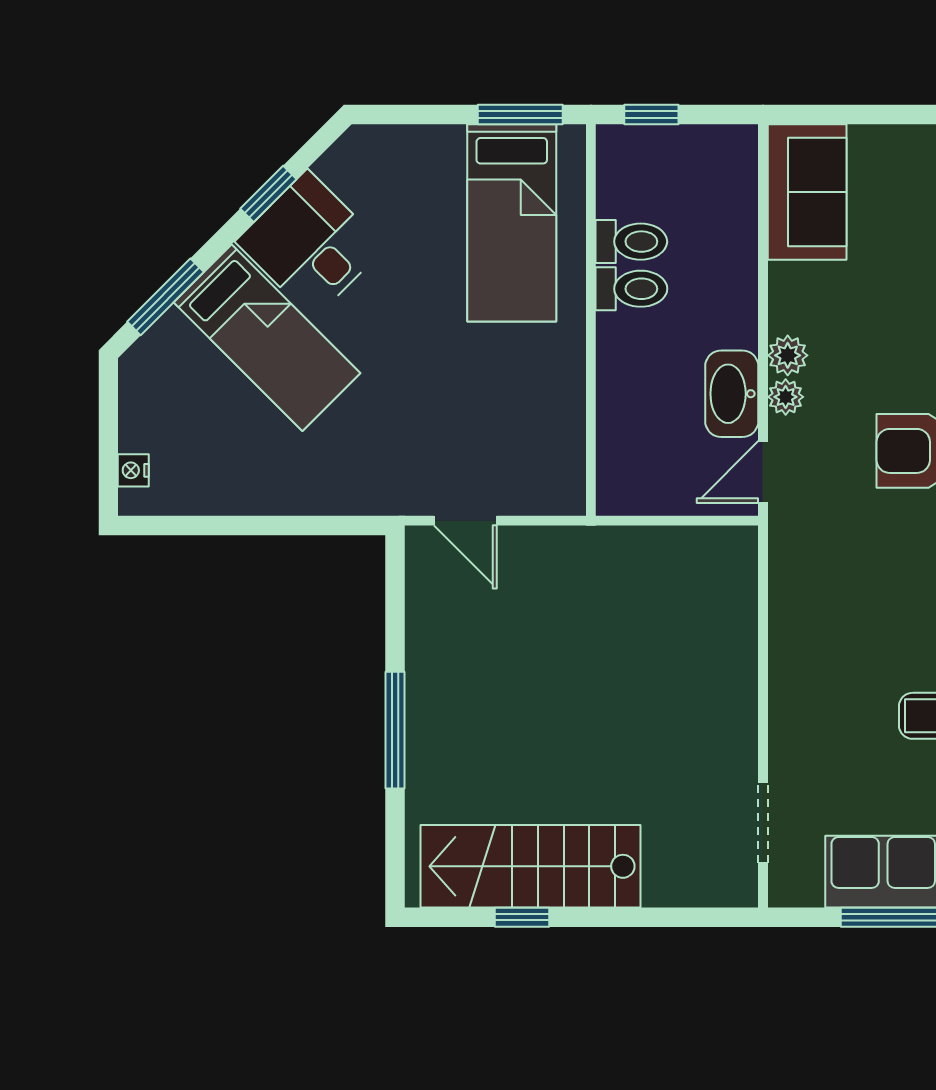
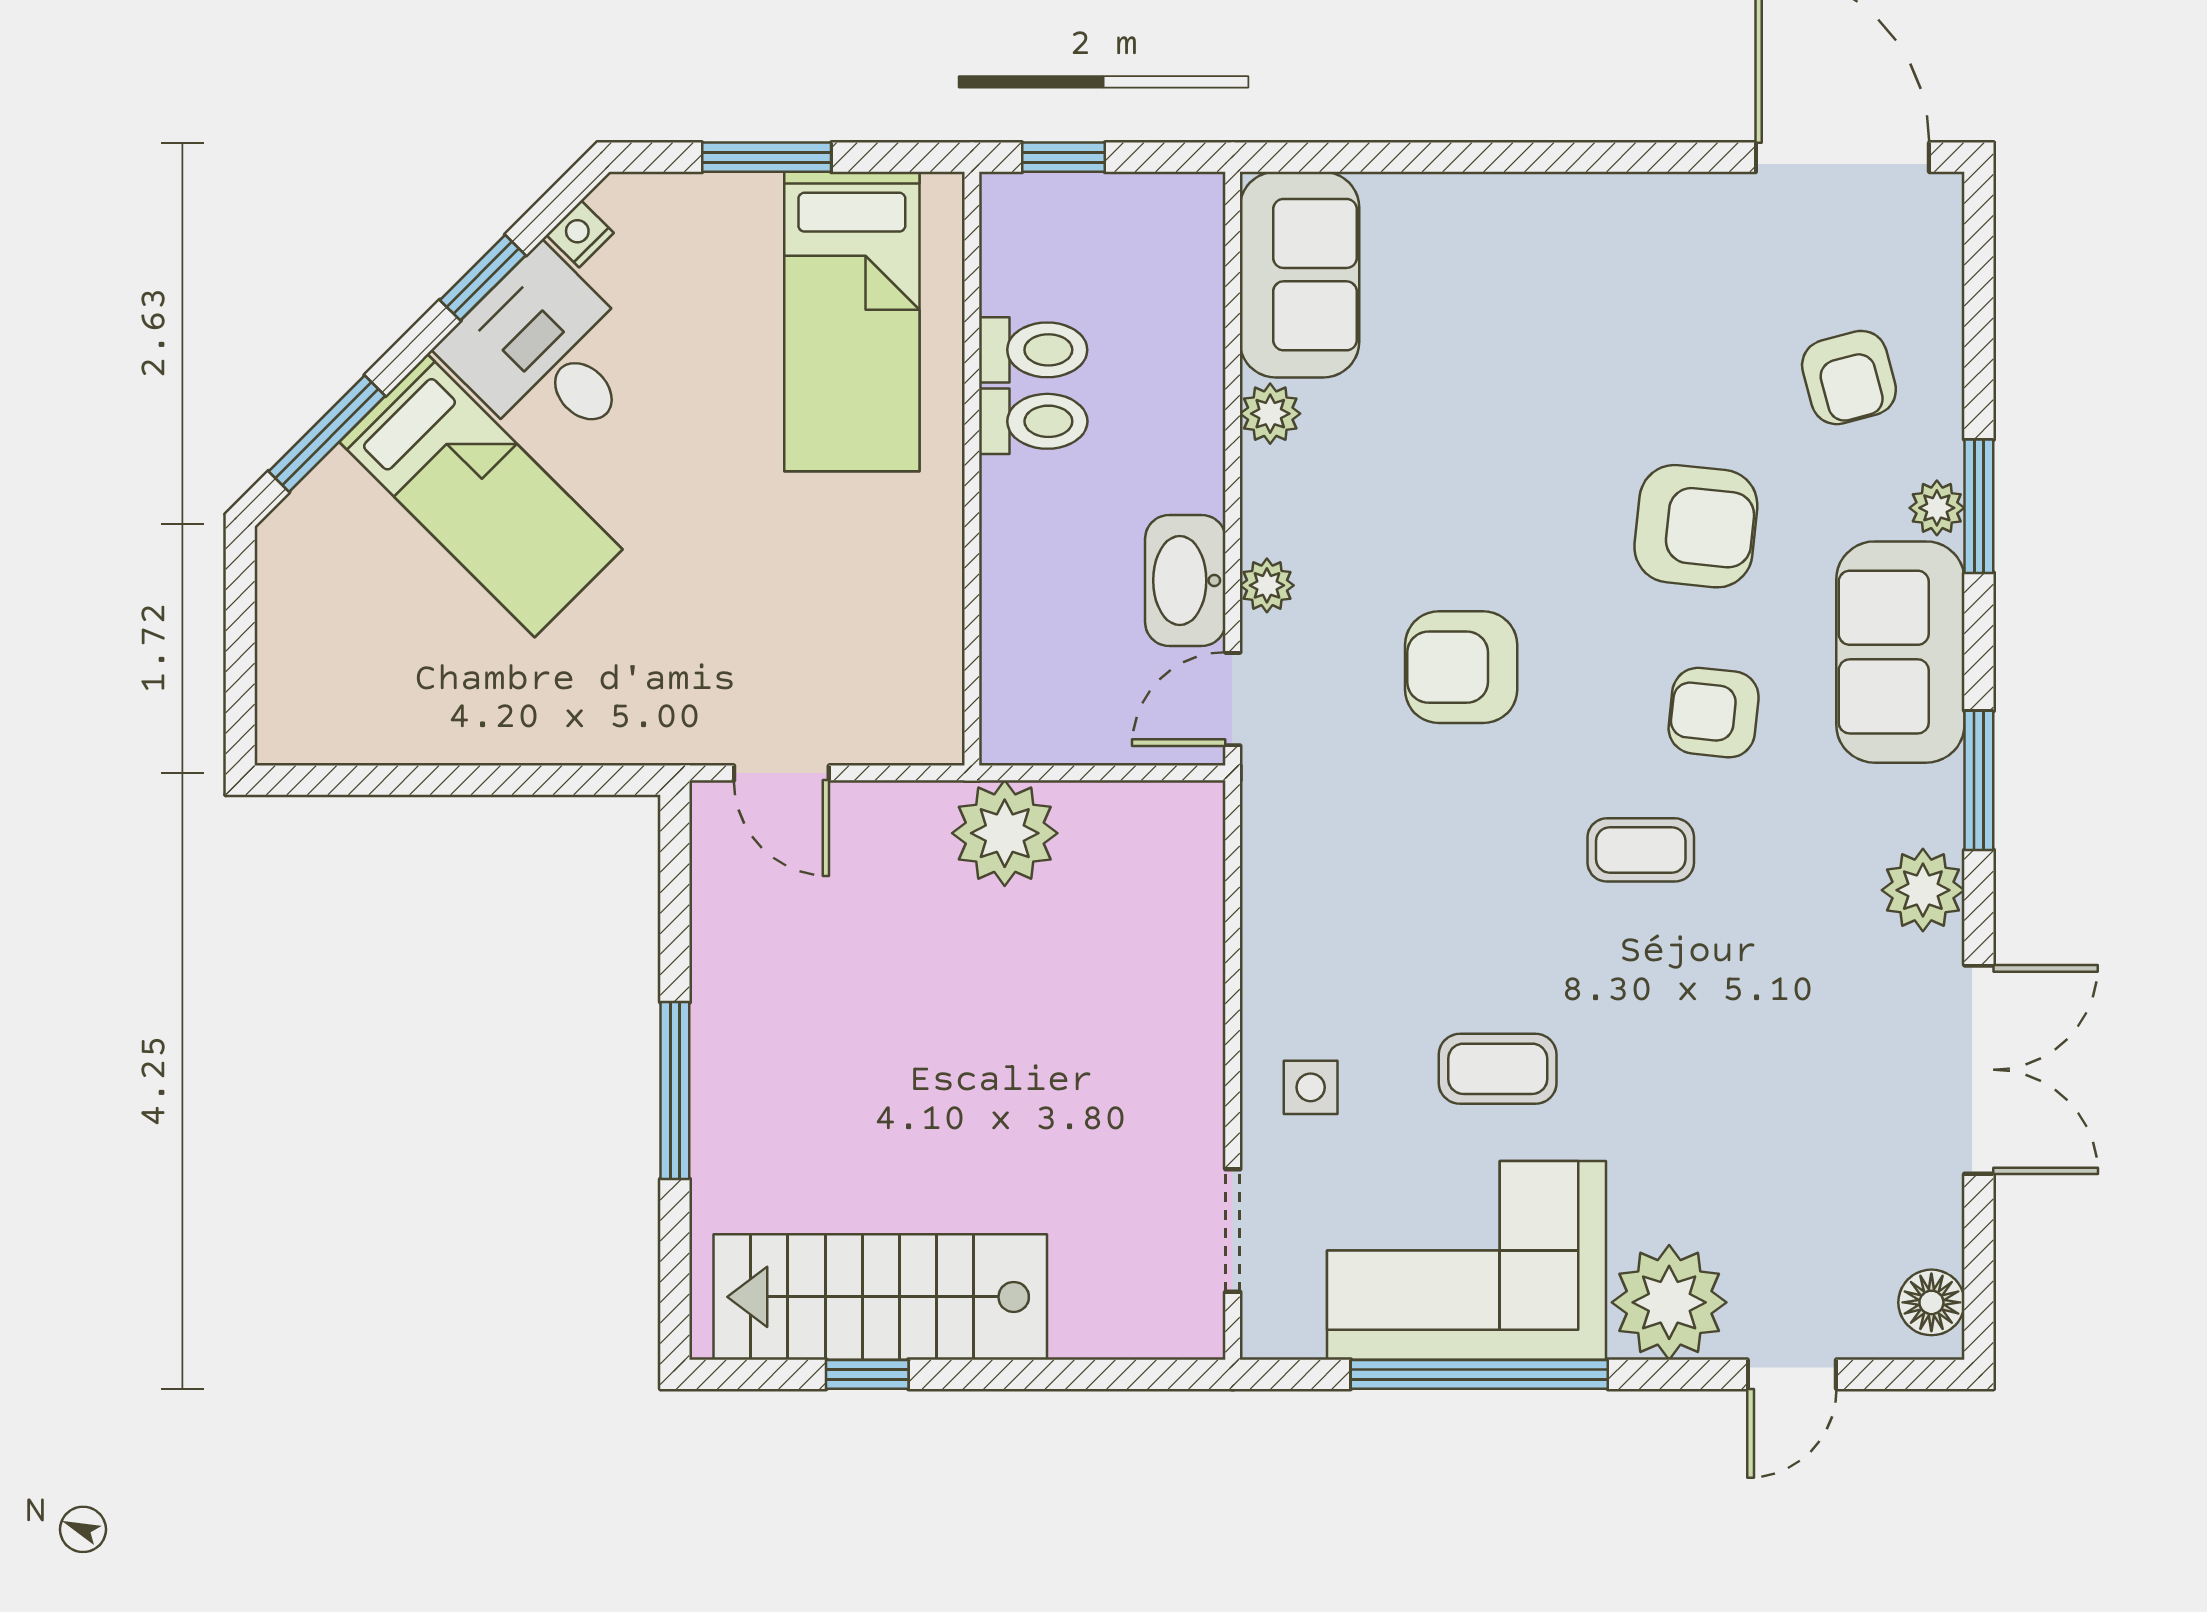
window: (520, 115) -> (767, 157), moved
plant: (788, 355) -> (1270, 414), moved
nightstand: (133, 470) -> (580, 234), moved, turned 45
plant: (613, 560) -> (1005, 833), added
side table: (814, 728) -> (1311, 1087), added

